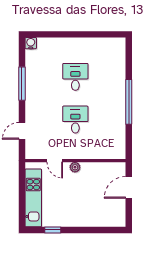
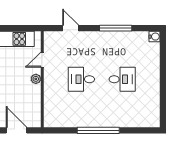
desk: (75, 120) -> (81, 79), turned 180

